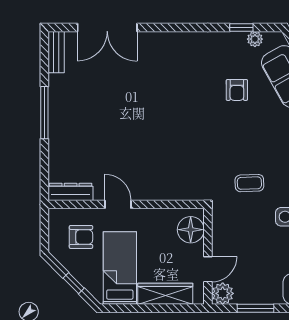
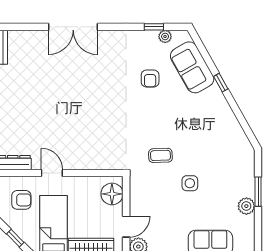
double door: (107, 27) -> (73, 27), moved

